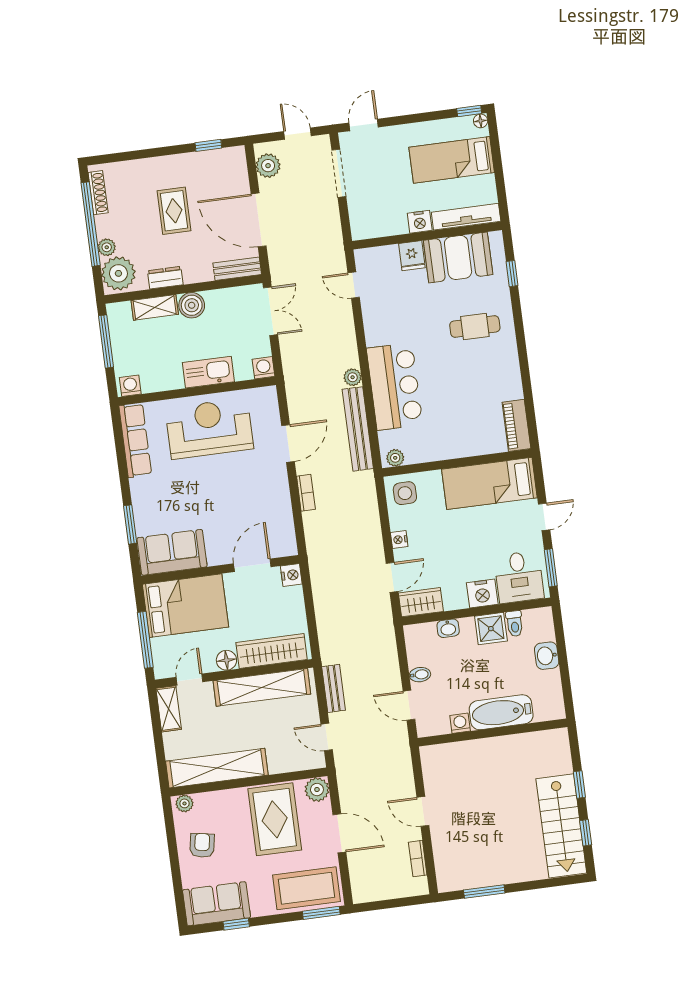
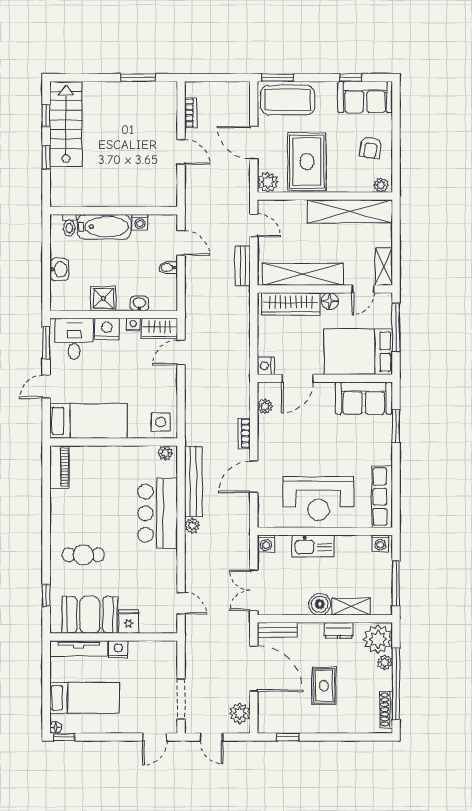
plant: (286, 528) -> (265, 406), added
nightstand: (399, 540) -> (133, 325), moved, turned -90
toilet: (515, 624) -> (69, 225), moved, turned 180

